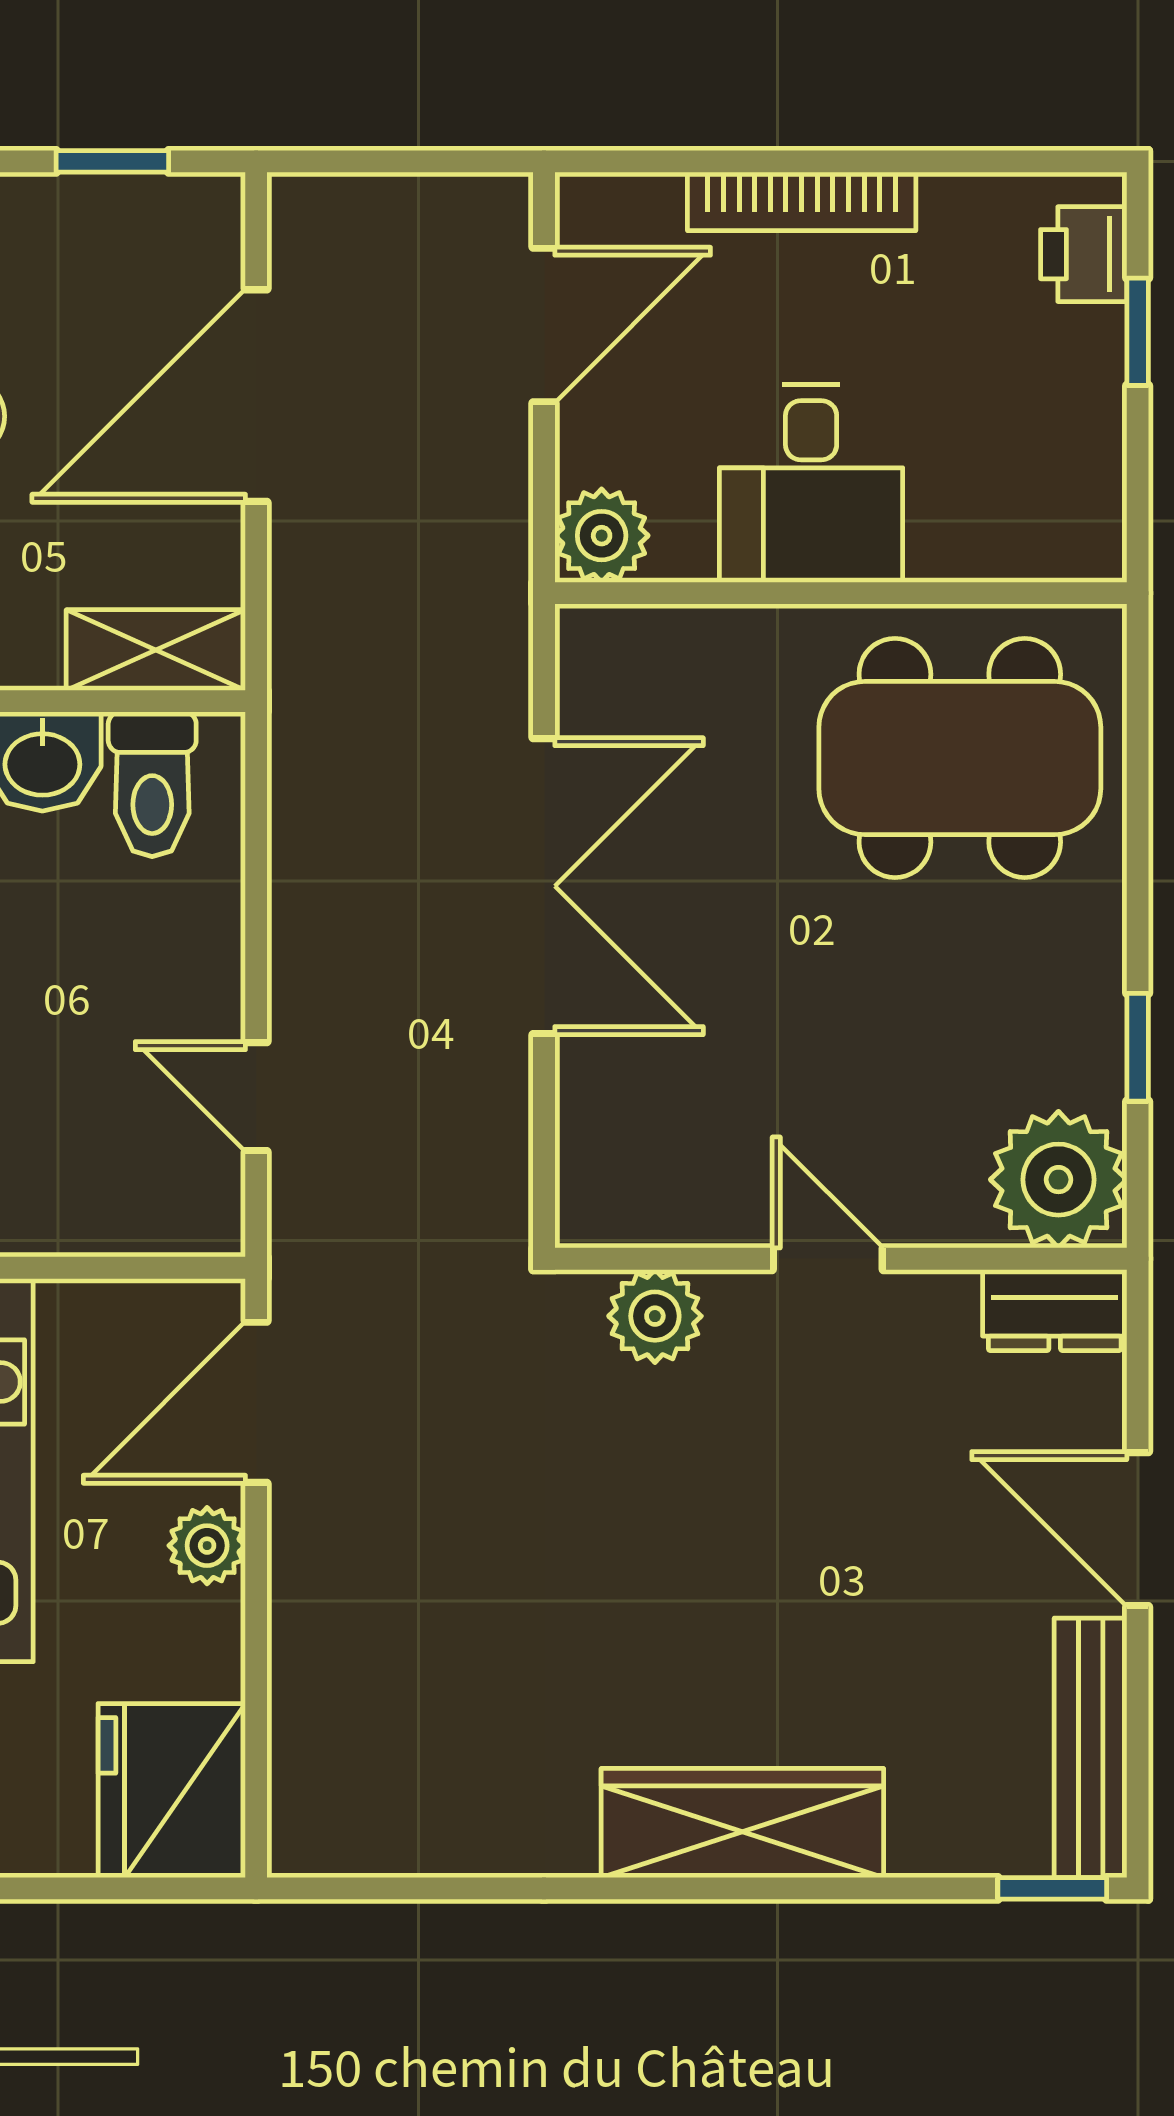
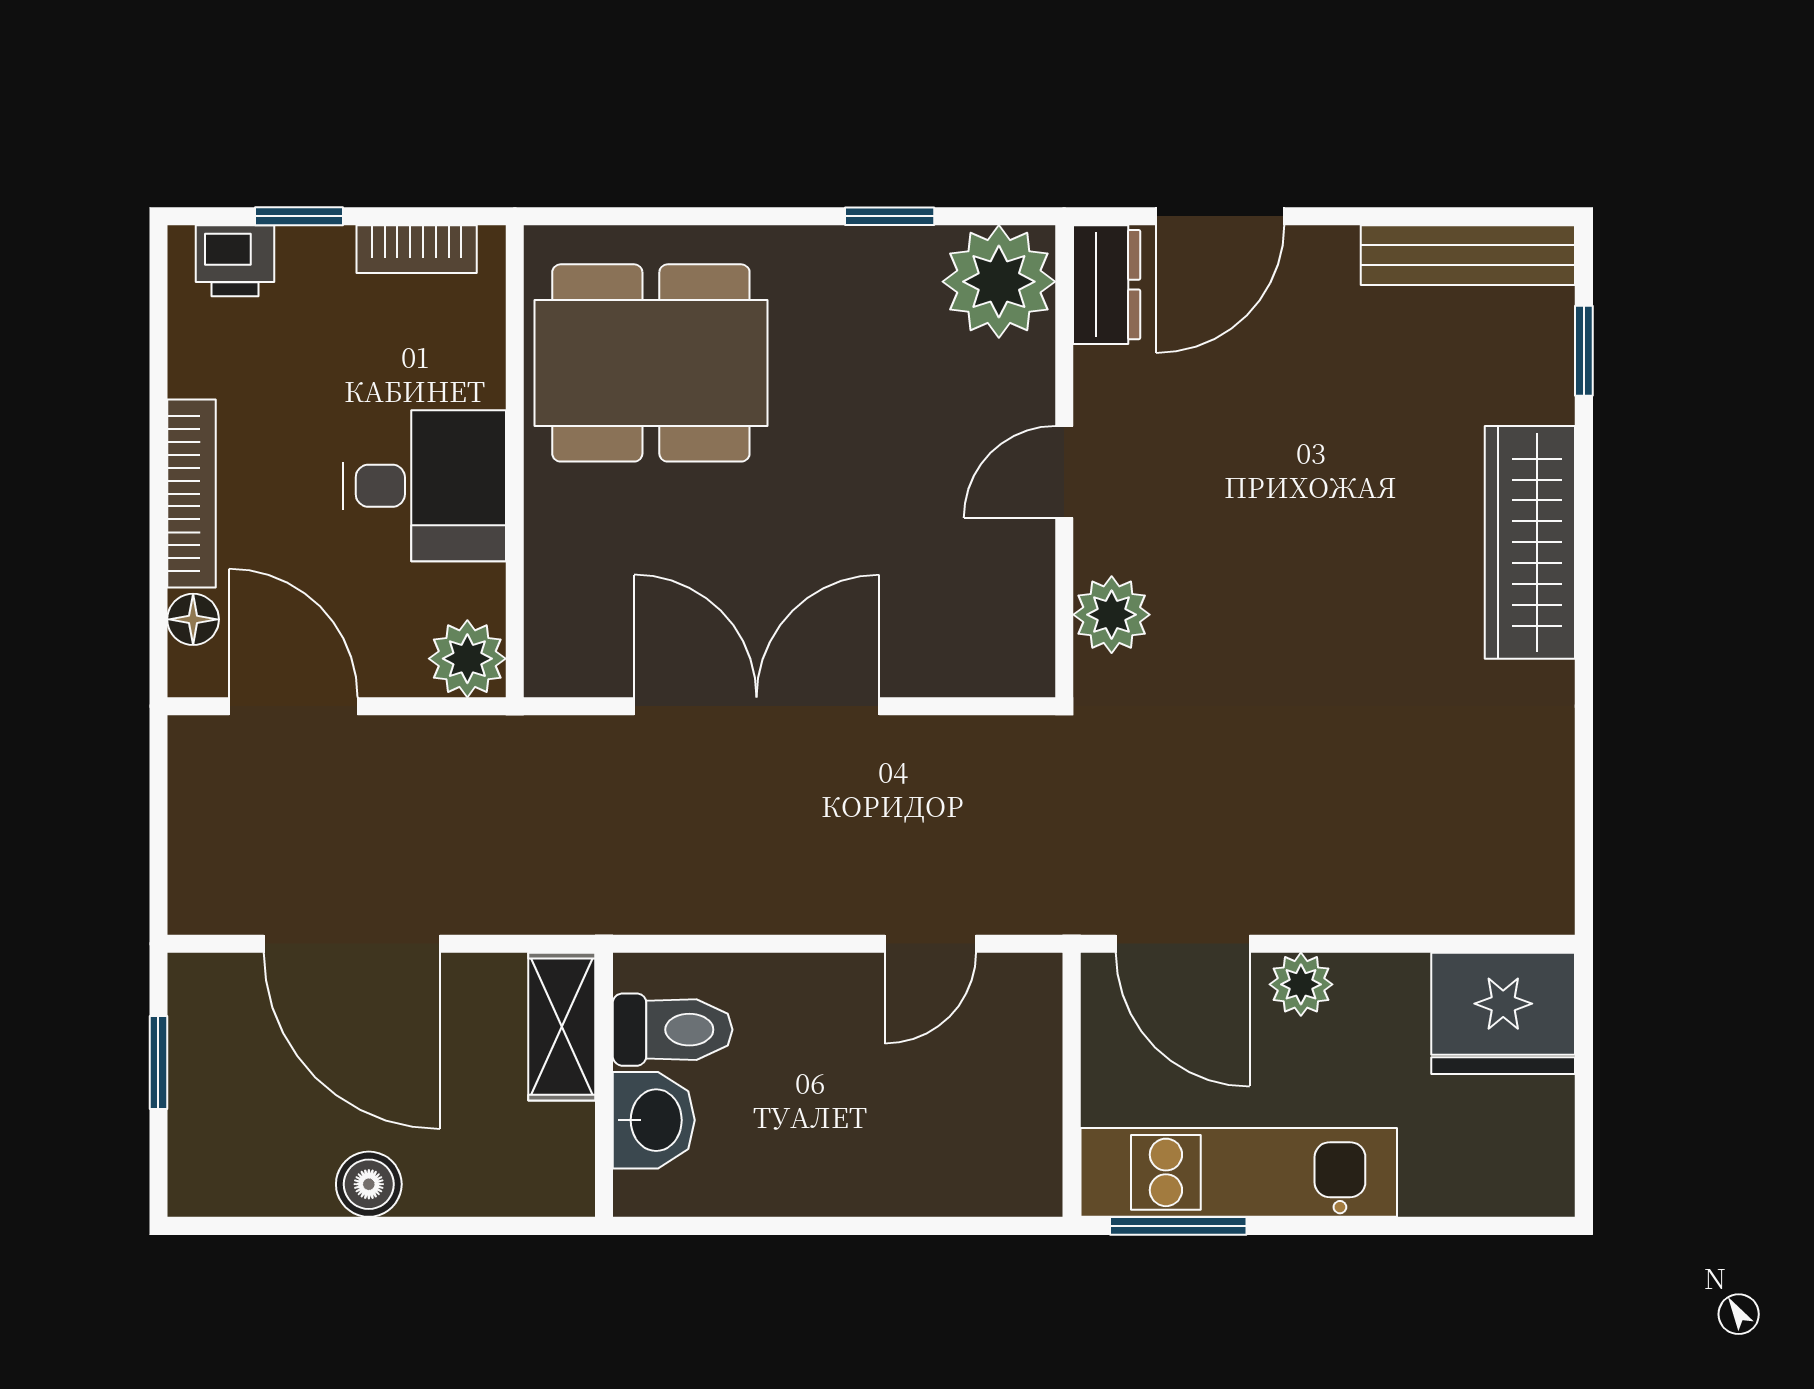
floor lamp: (649, 203) -> (193, 619), added
bookcase: (1098, 474) -> (417, 249), added
dining table: (960, 758) -> (651, 363), turned 90
door: (1138, 1529) -> (1220, 216), moved
window: (1052, 1888) -> (1584, 351), moved

